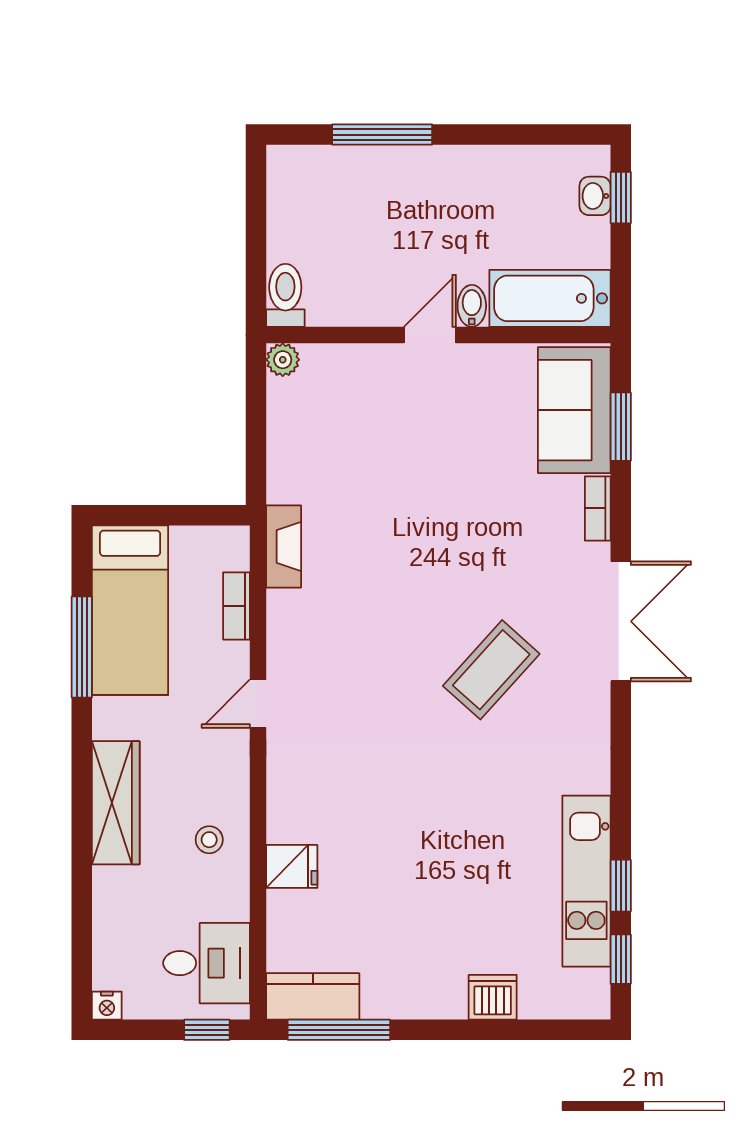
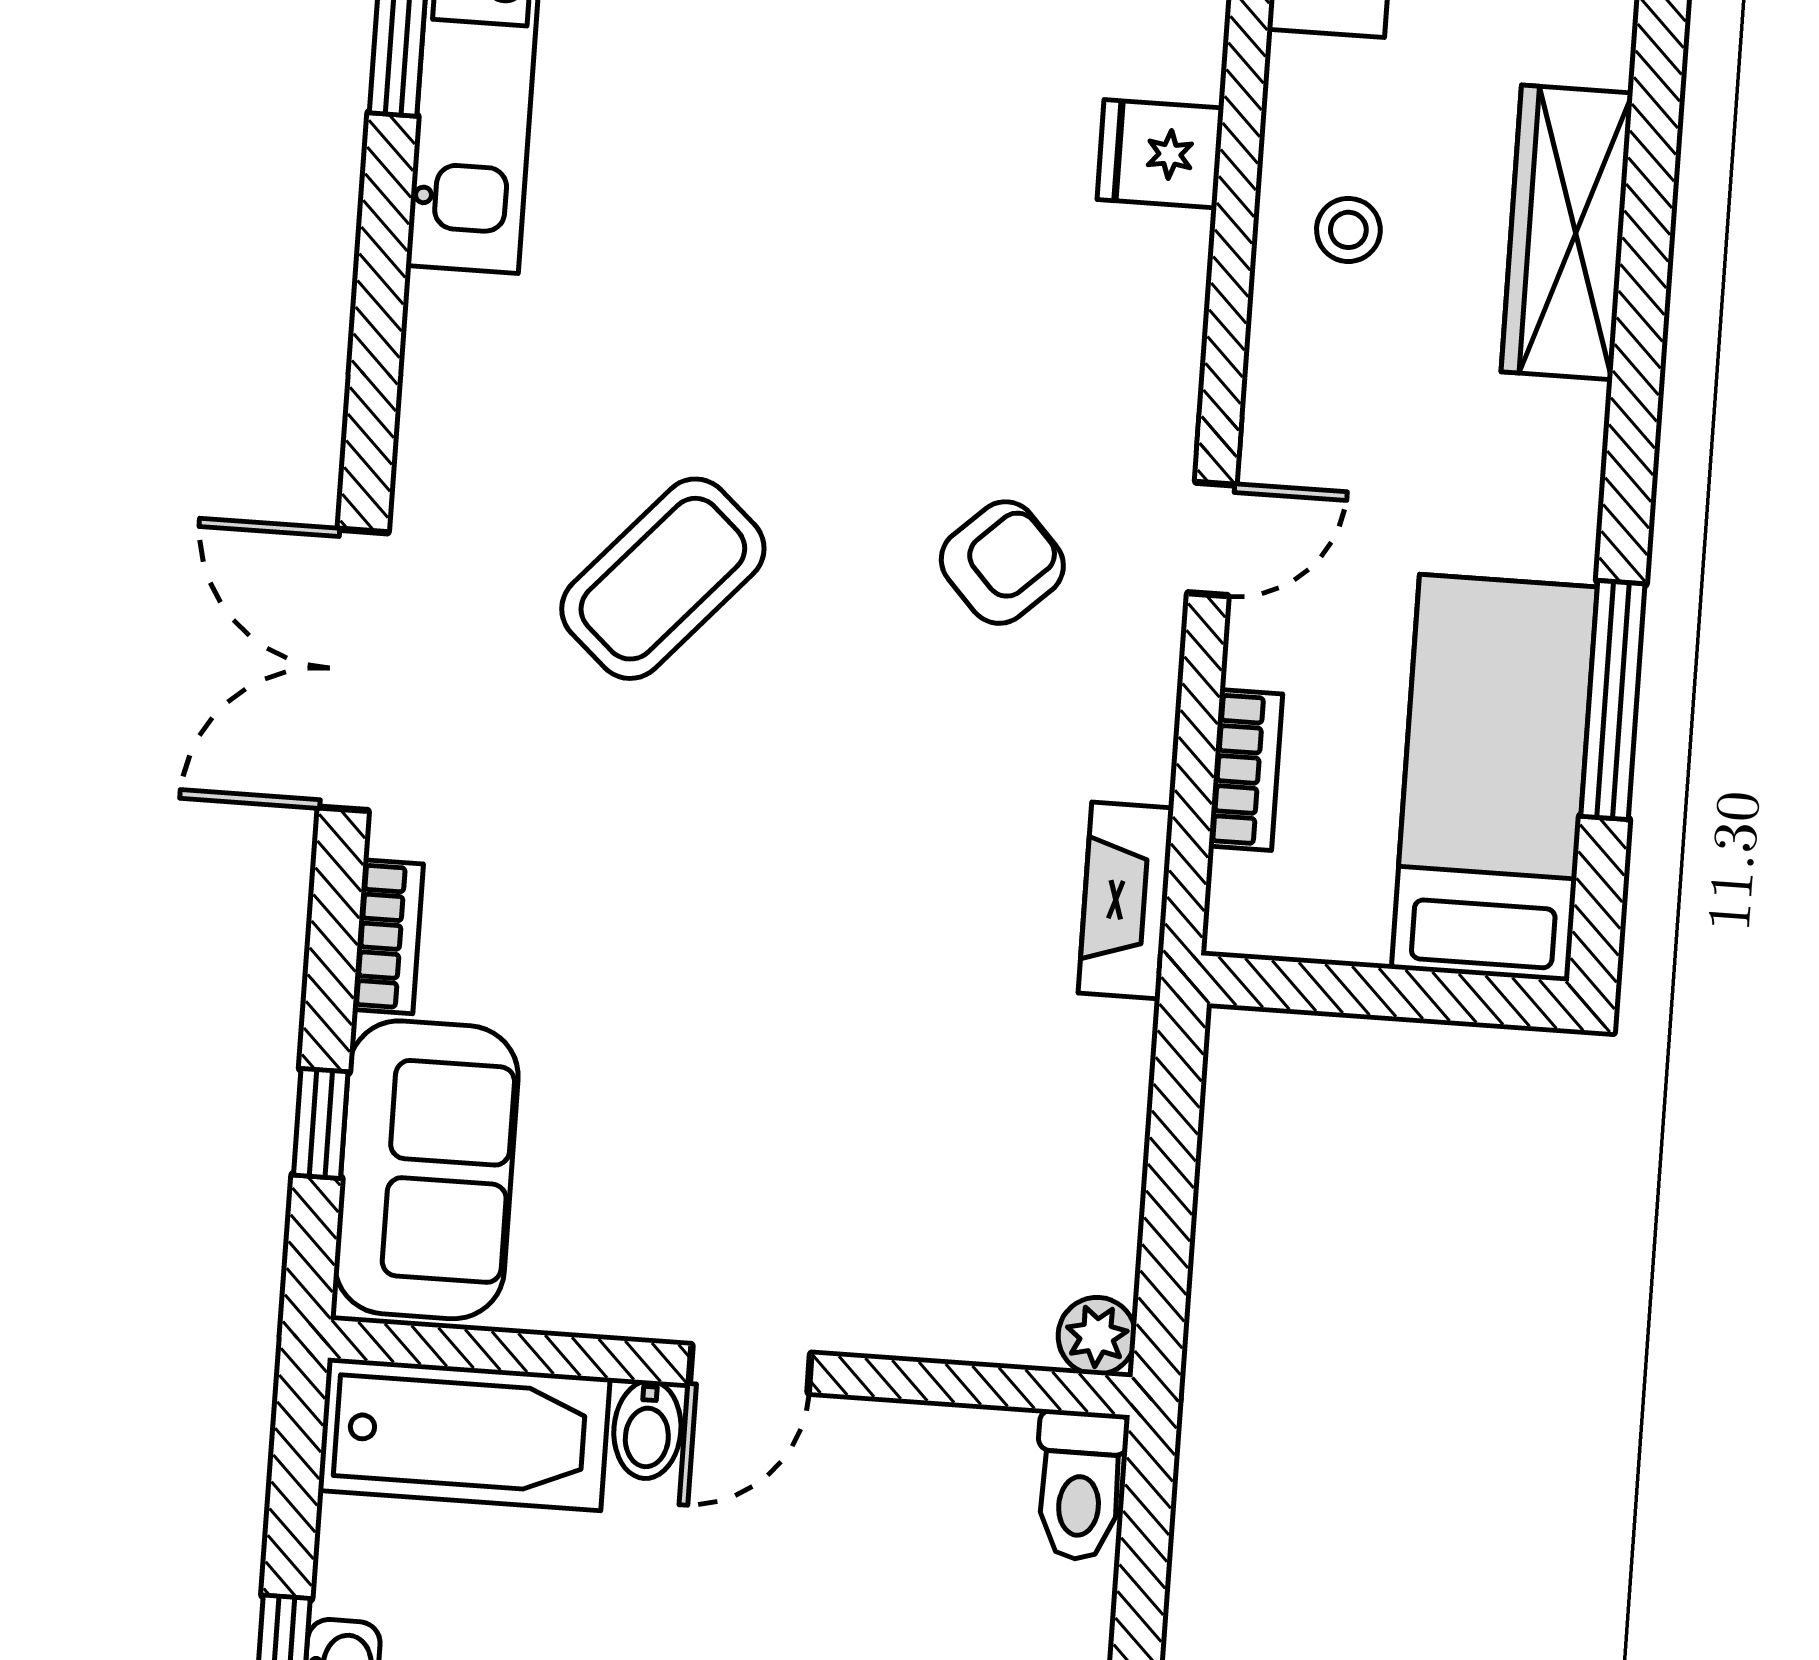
window: (621, 427) -> (321, 1123), width x0.67
armchair: (347, 687) -> (1002, 563), added
wardrobe: (116, 803) -> (1567, 232), moved

